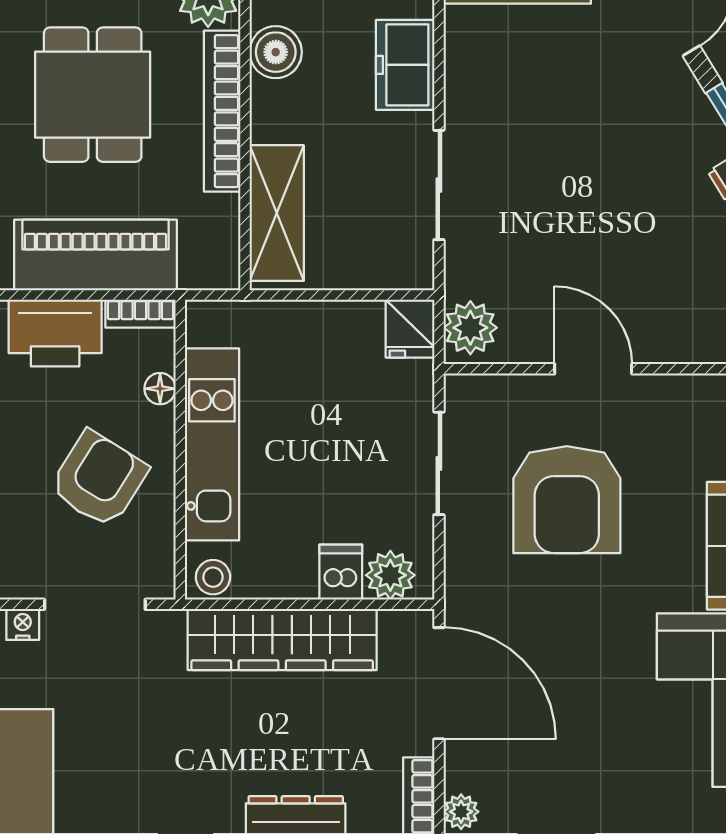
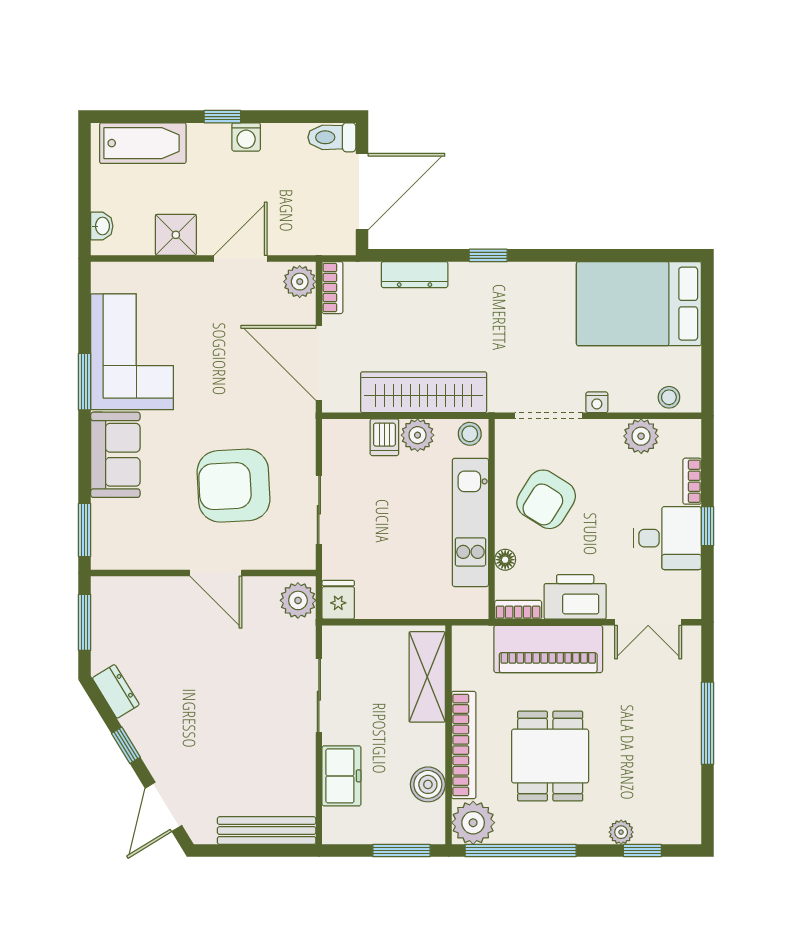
armchair: (567, 500) -> (234, 486), turned -93
plant: (390, 575) -> (418, 435), moved
plant: (461, 812) -> (300, 282), width x1.38, depth x1.38

